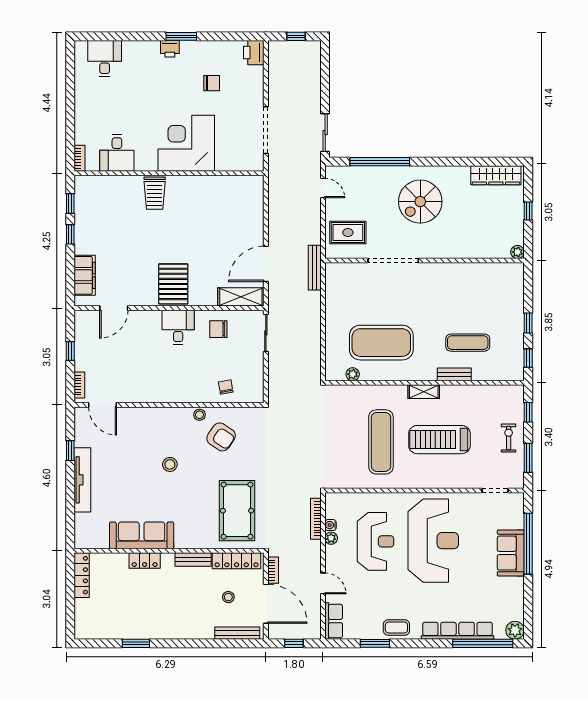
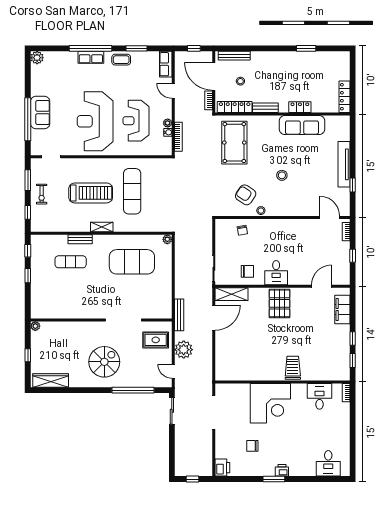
plant: (308, 219) -> (184, 350), added
plant: (353, 374) -> (167, 239), moved
row of seats: (457, 631) -> (91, 57), width x0.50
window: (483, 643) -> (91, 48), moved

